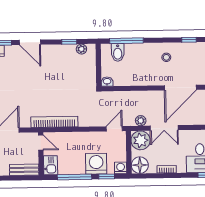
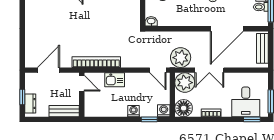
plant: (141, 121) -> (181, 58), width x1.88, depth x1.88
door: (114, 129) -> (158, 70), swing flipped
washing machine: (96, 164) -> (134, 111), width x0.53, depth x0.53
kitchen sink: (51, 165) -> (115, 80), moved, turned 90
window: (74, 177) -> (116, 119), removed

